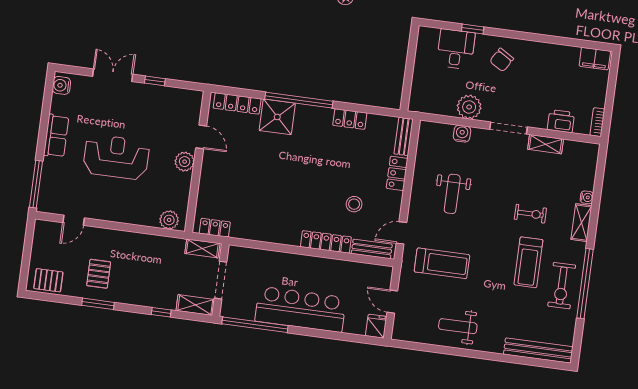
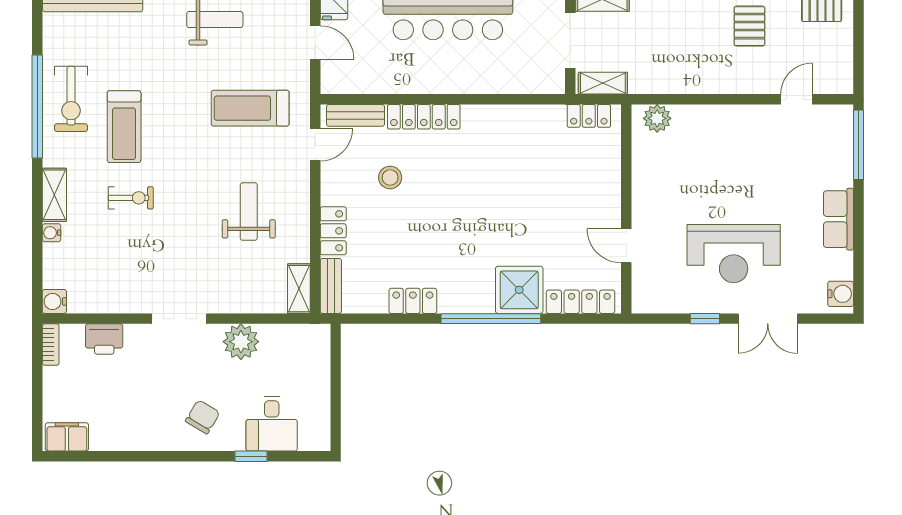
water cooler: (462, 134) -> (54, 301), moved, turned 90
shelving: (546, 144) -> (299, 289), moved, turned 90
reception desk: (116, 157) -> (734, 254), moved
plant: (185, 162) -> (646, 207), removed
exercise bike: (530, 214) -> (131, 198), turned 180
treadmill: (528, 262) -> (124, 127), turned 180
exercise bike: (562, 286) -> (71, 99), turned 180

